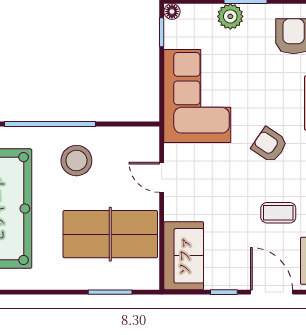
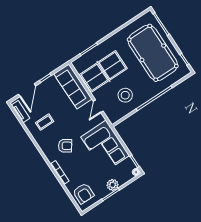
stool: (76, 161) -> (125, 95), moved
door: (162, 177) -> (98, 106), swing flipped
sofa: (184, 256) -> (73, 86), width x1.36
door: (272, 292) -> (27, 90), hinge flipped

